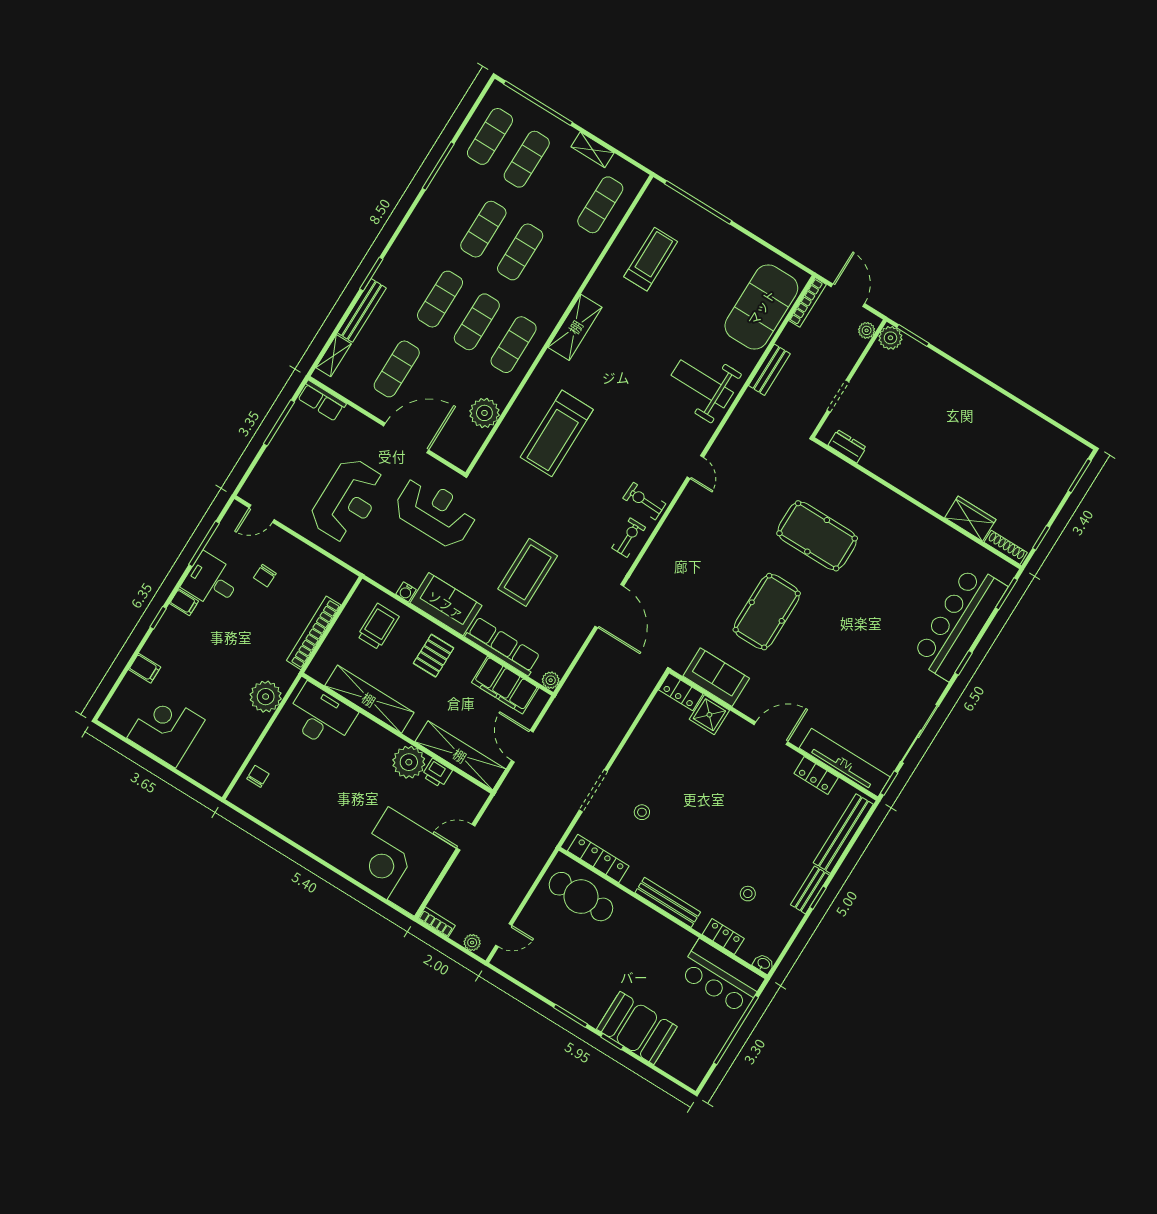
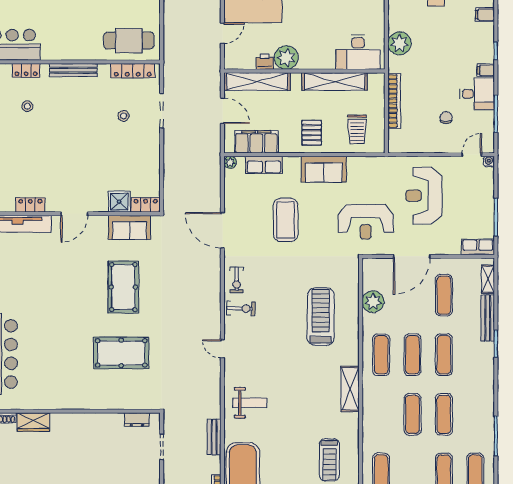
weight bench: (702, 384) -> (250, 403), width x0.73, depth x0.75
water cooler: (406, 592) -> (489, 161), moved
row of seats: (503, 646) -> (264, 165), width x0.68

